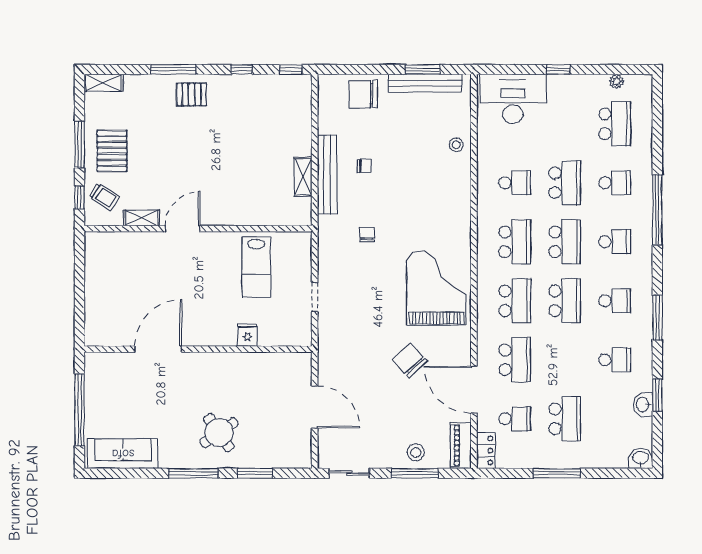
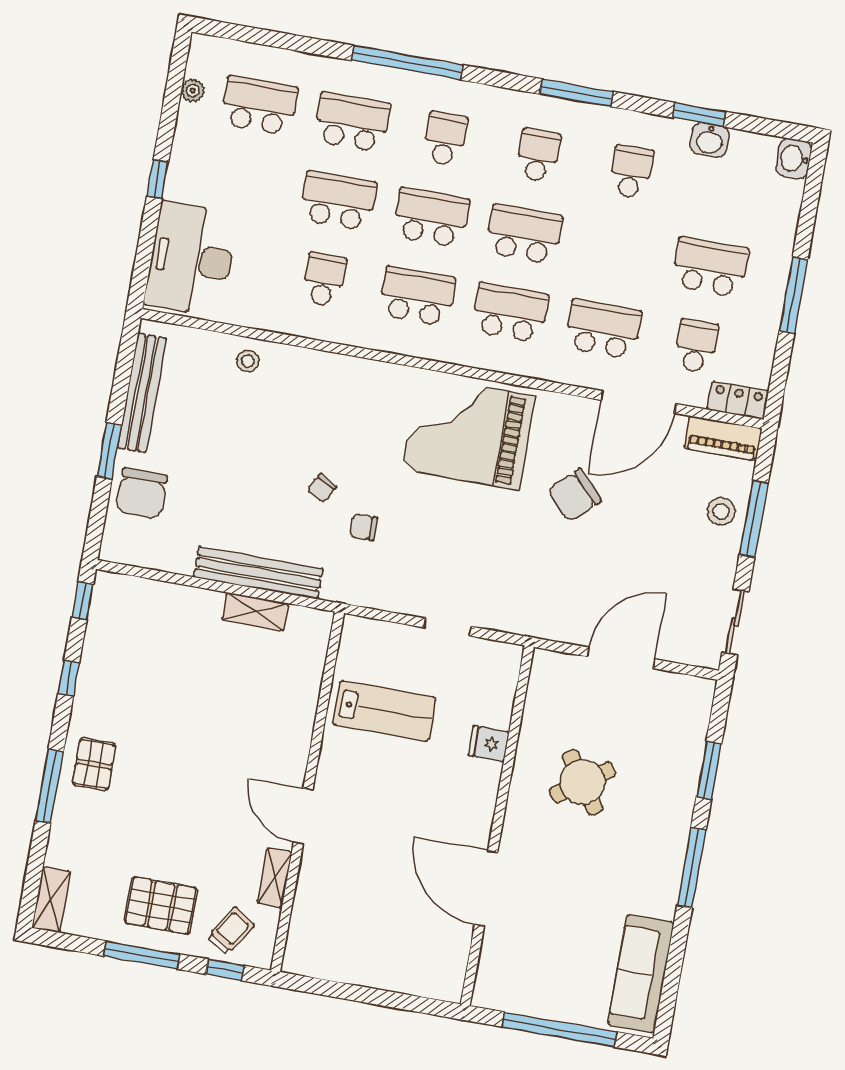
window: (423, 69) -> (109, 451), moved
chair: (364, 166) -> (322, 488), moved, turned -150
school desk: (615, 183) -> (352, 122), width x1.85
round table: (219, 433) -> (583, 782), moved

